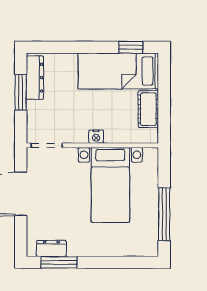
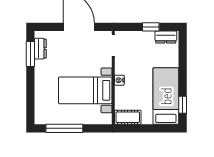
dresser: (35, 78) -> (166, 37), width x0.70
window: (21, 92) -> (151, 27), width x0.67
cot: (148, 109) -> (128, 117), moved

